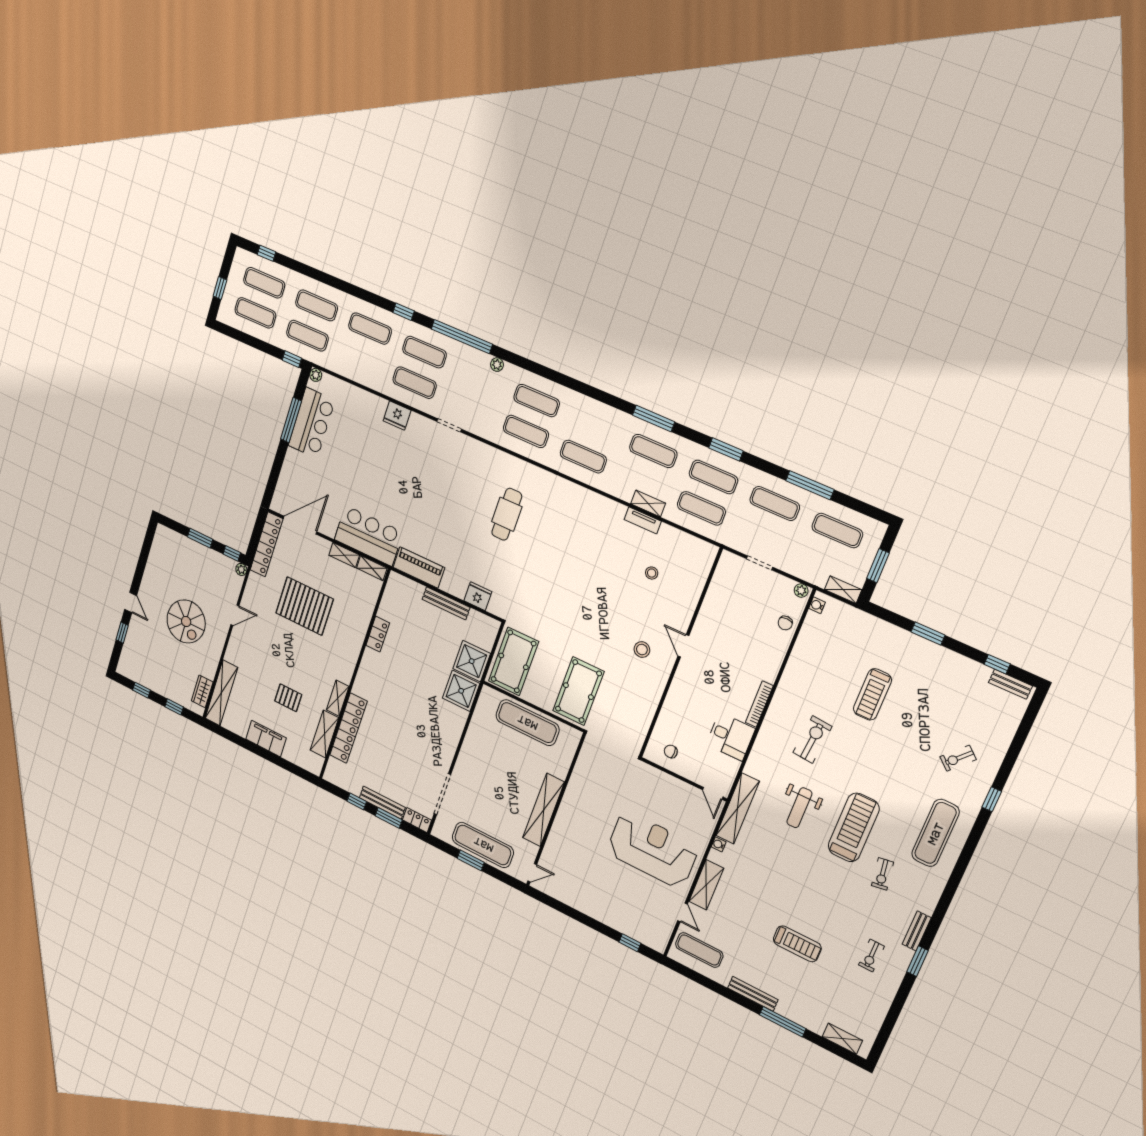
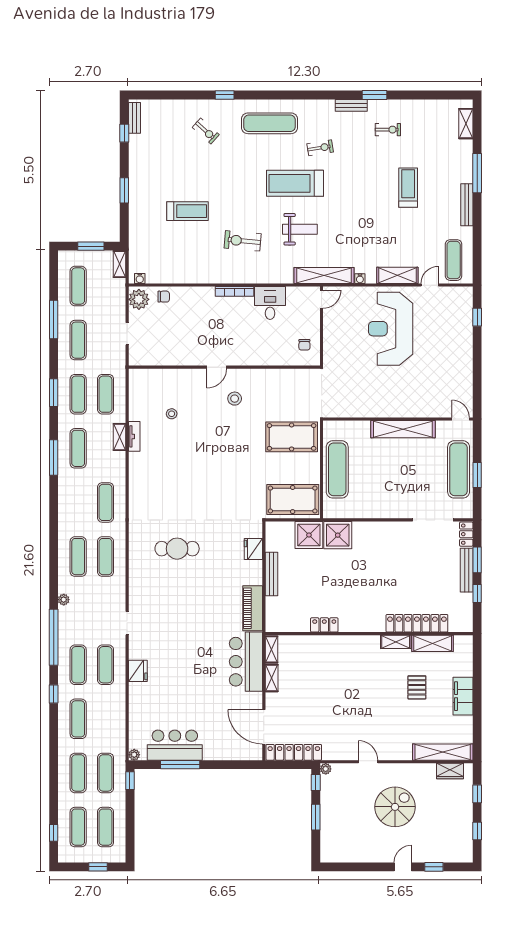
plant: (801, 591) -> (139, 299), width x1.88, depth x1.88
pallet: (304, 606) -> (331, 699), removed

